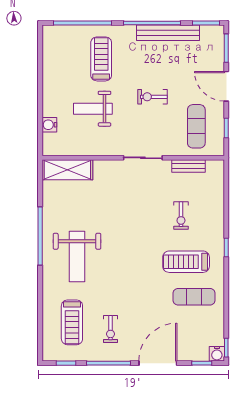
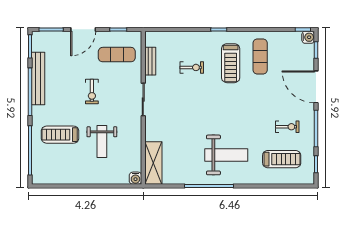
water cooler: (49, 125) -> (135, 178), moved

